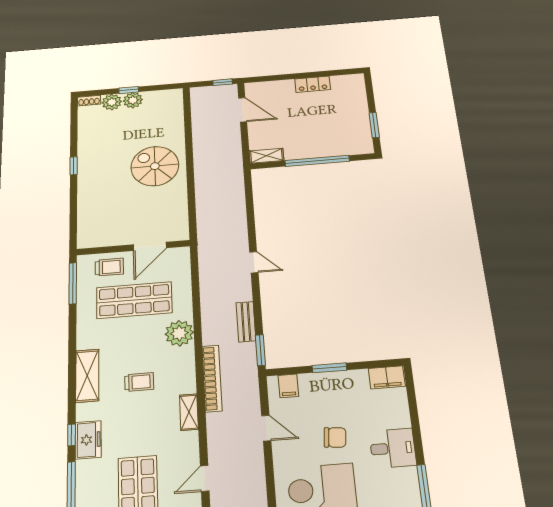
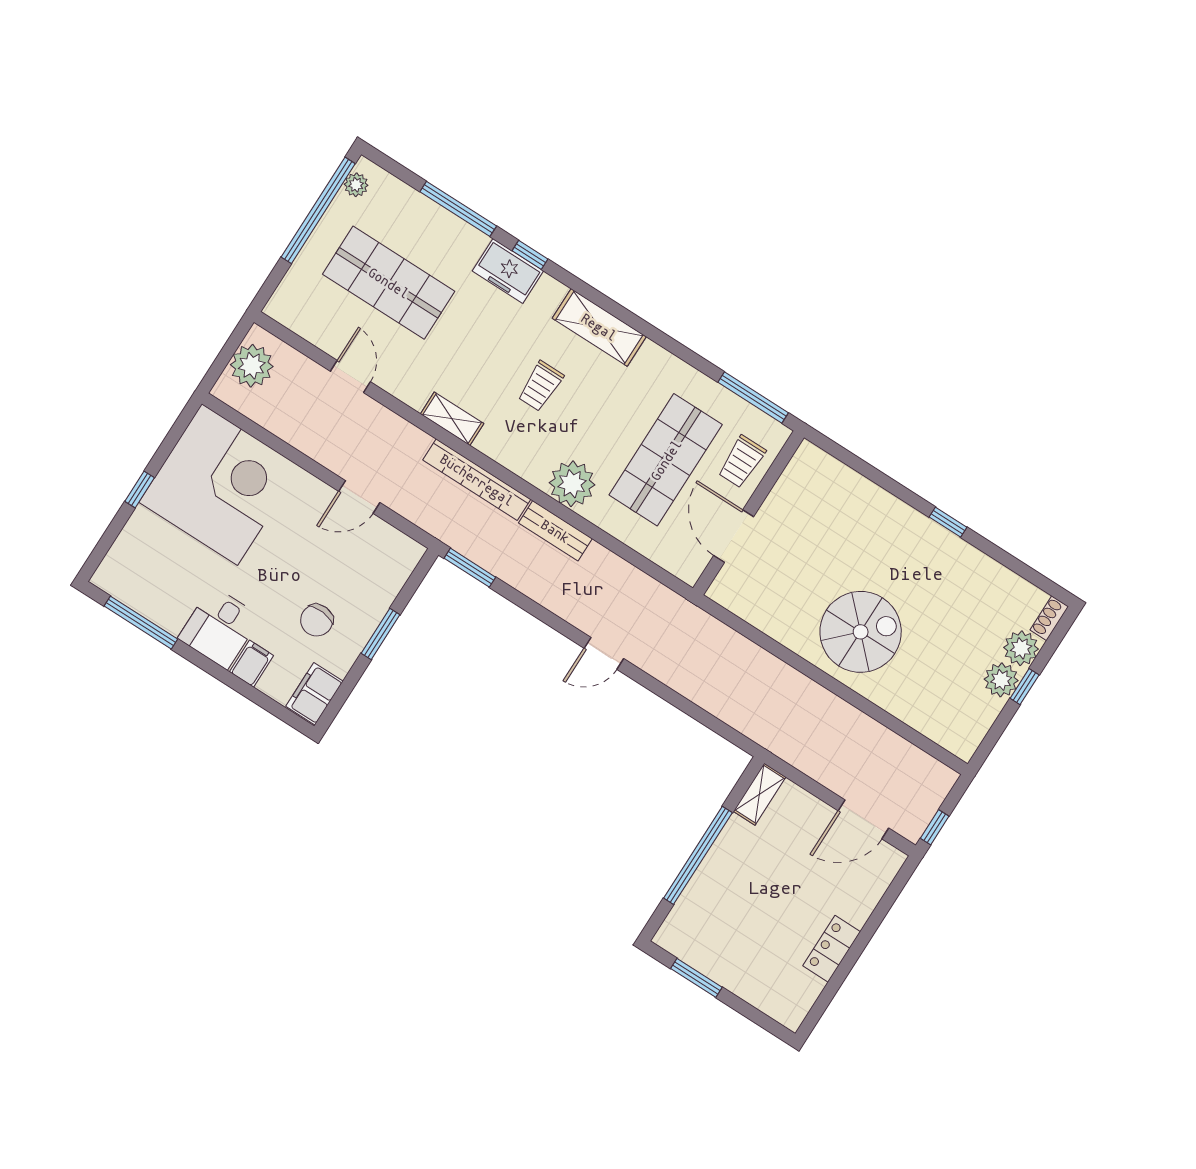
bench: (246, 322) -> (555, 531), moved
filing cabinet: (288, 386) -> (251, 664), moved, turned 90
chair: (335, 437) -> (317, 620), moved

